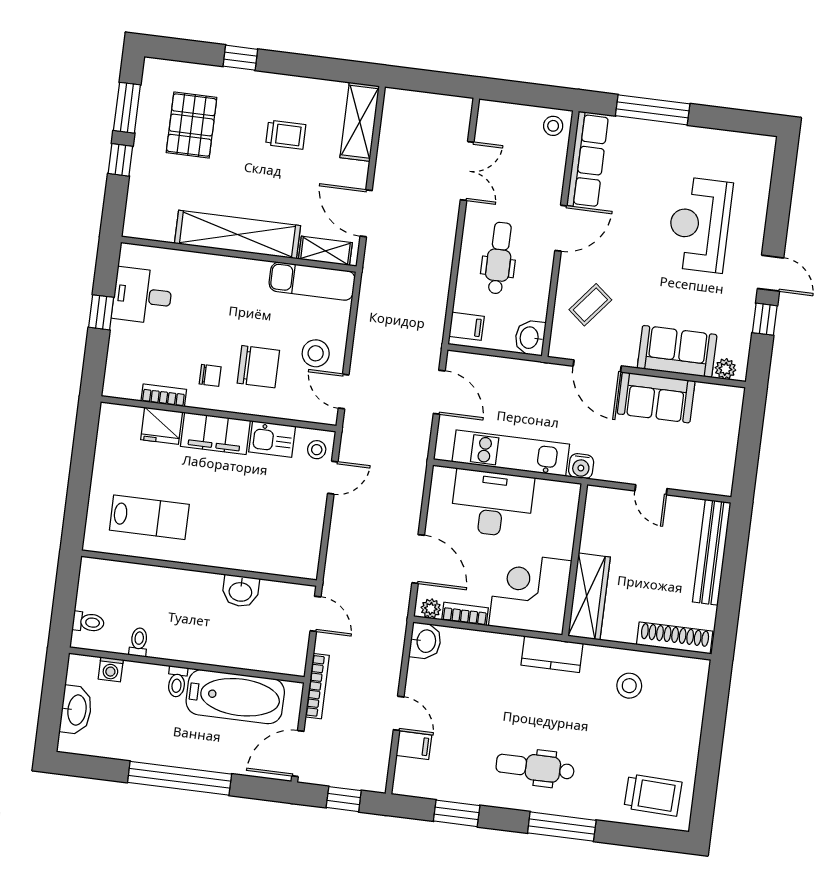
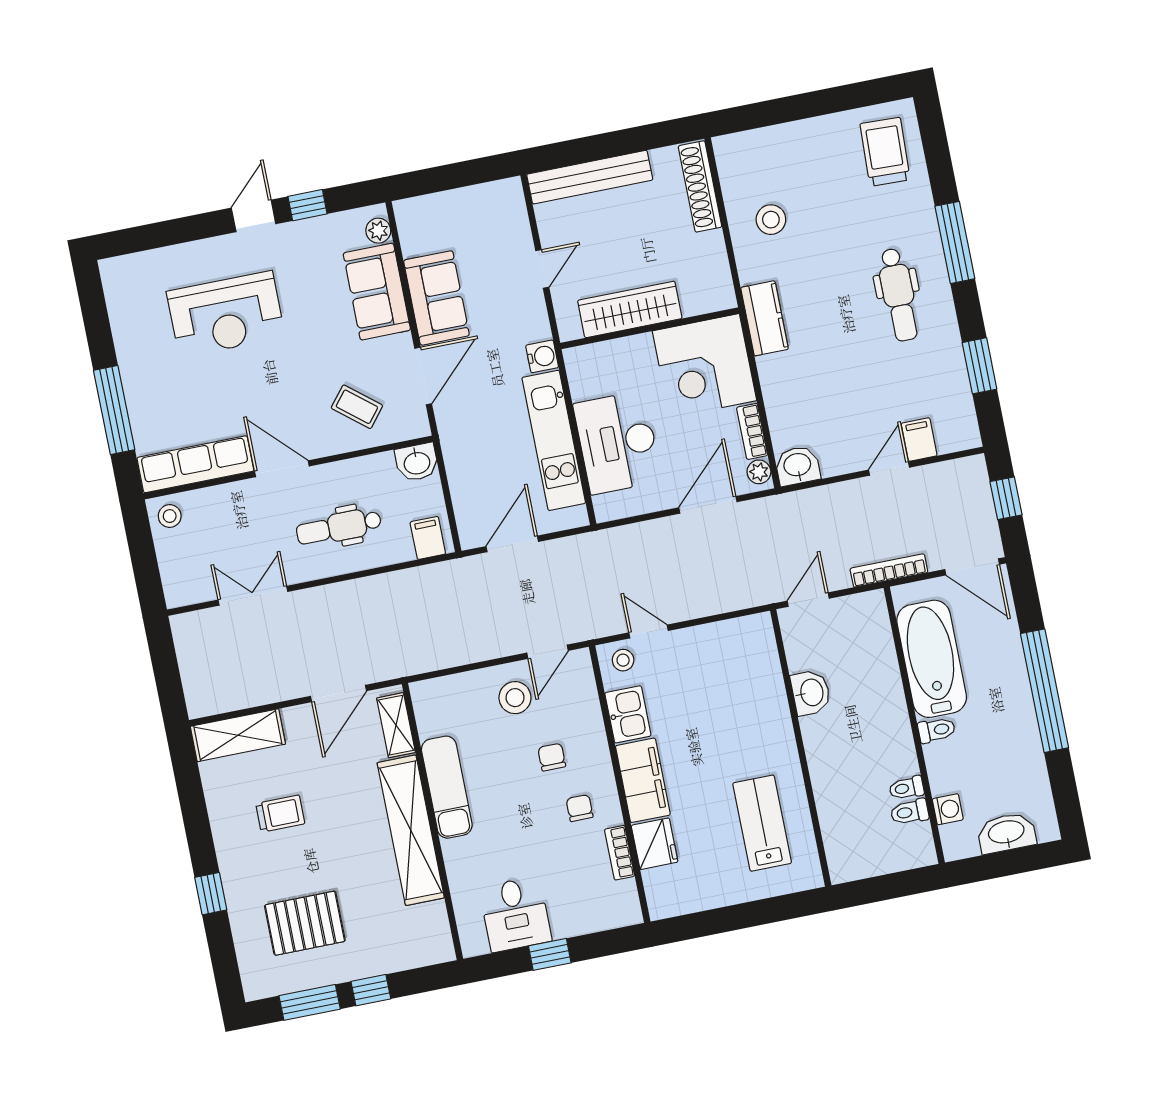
trolley: (286, 135) -> (280, 814), turned 90
exam couch: (312, 281) -> (447, 787), moved
chair: (258, 367) -> (552, 757), width x0.54, depth x0.54
wardrobe: (589, 596) -> (630, 309), moved
toilet: (88, 622) -> (910, 812), moved, turned -90

